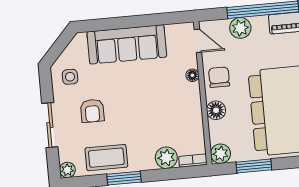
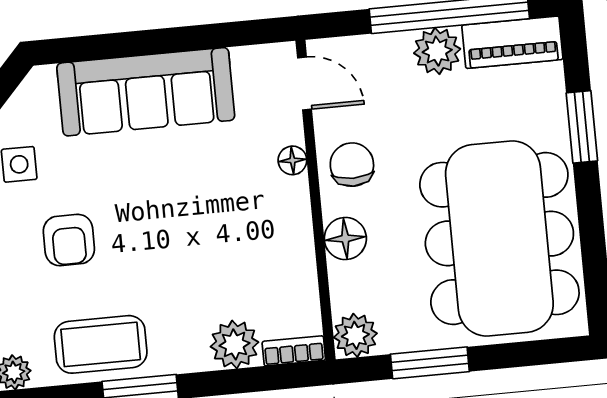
plant: (240, 28) -> (437, 51), moved

